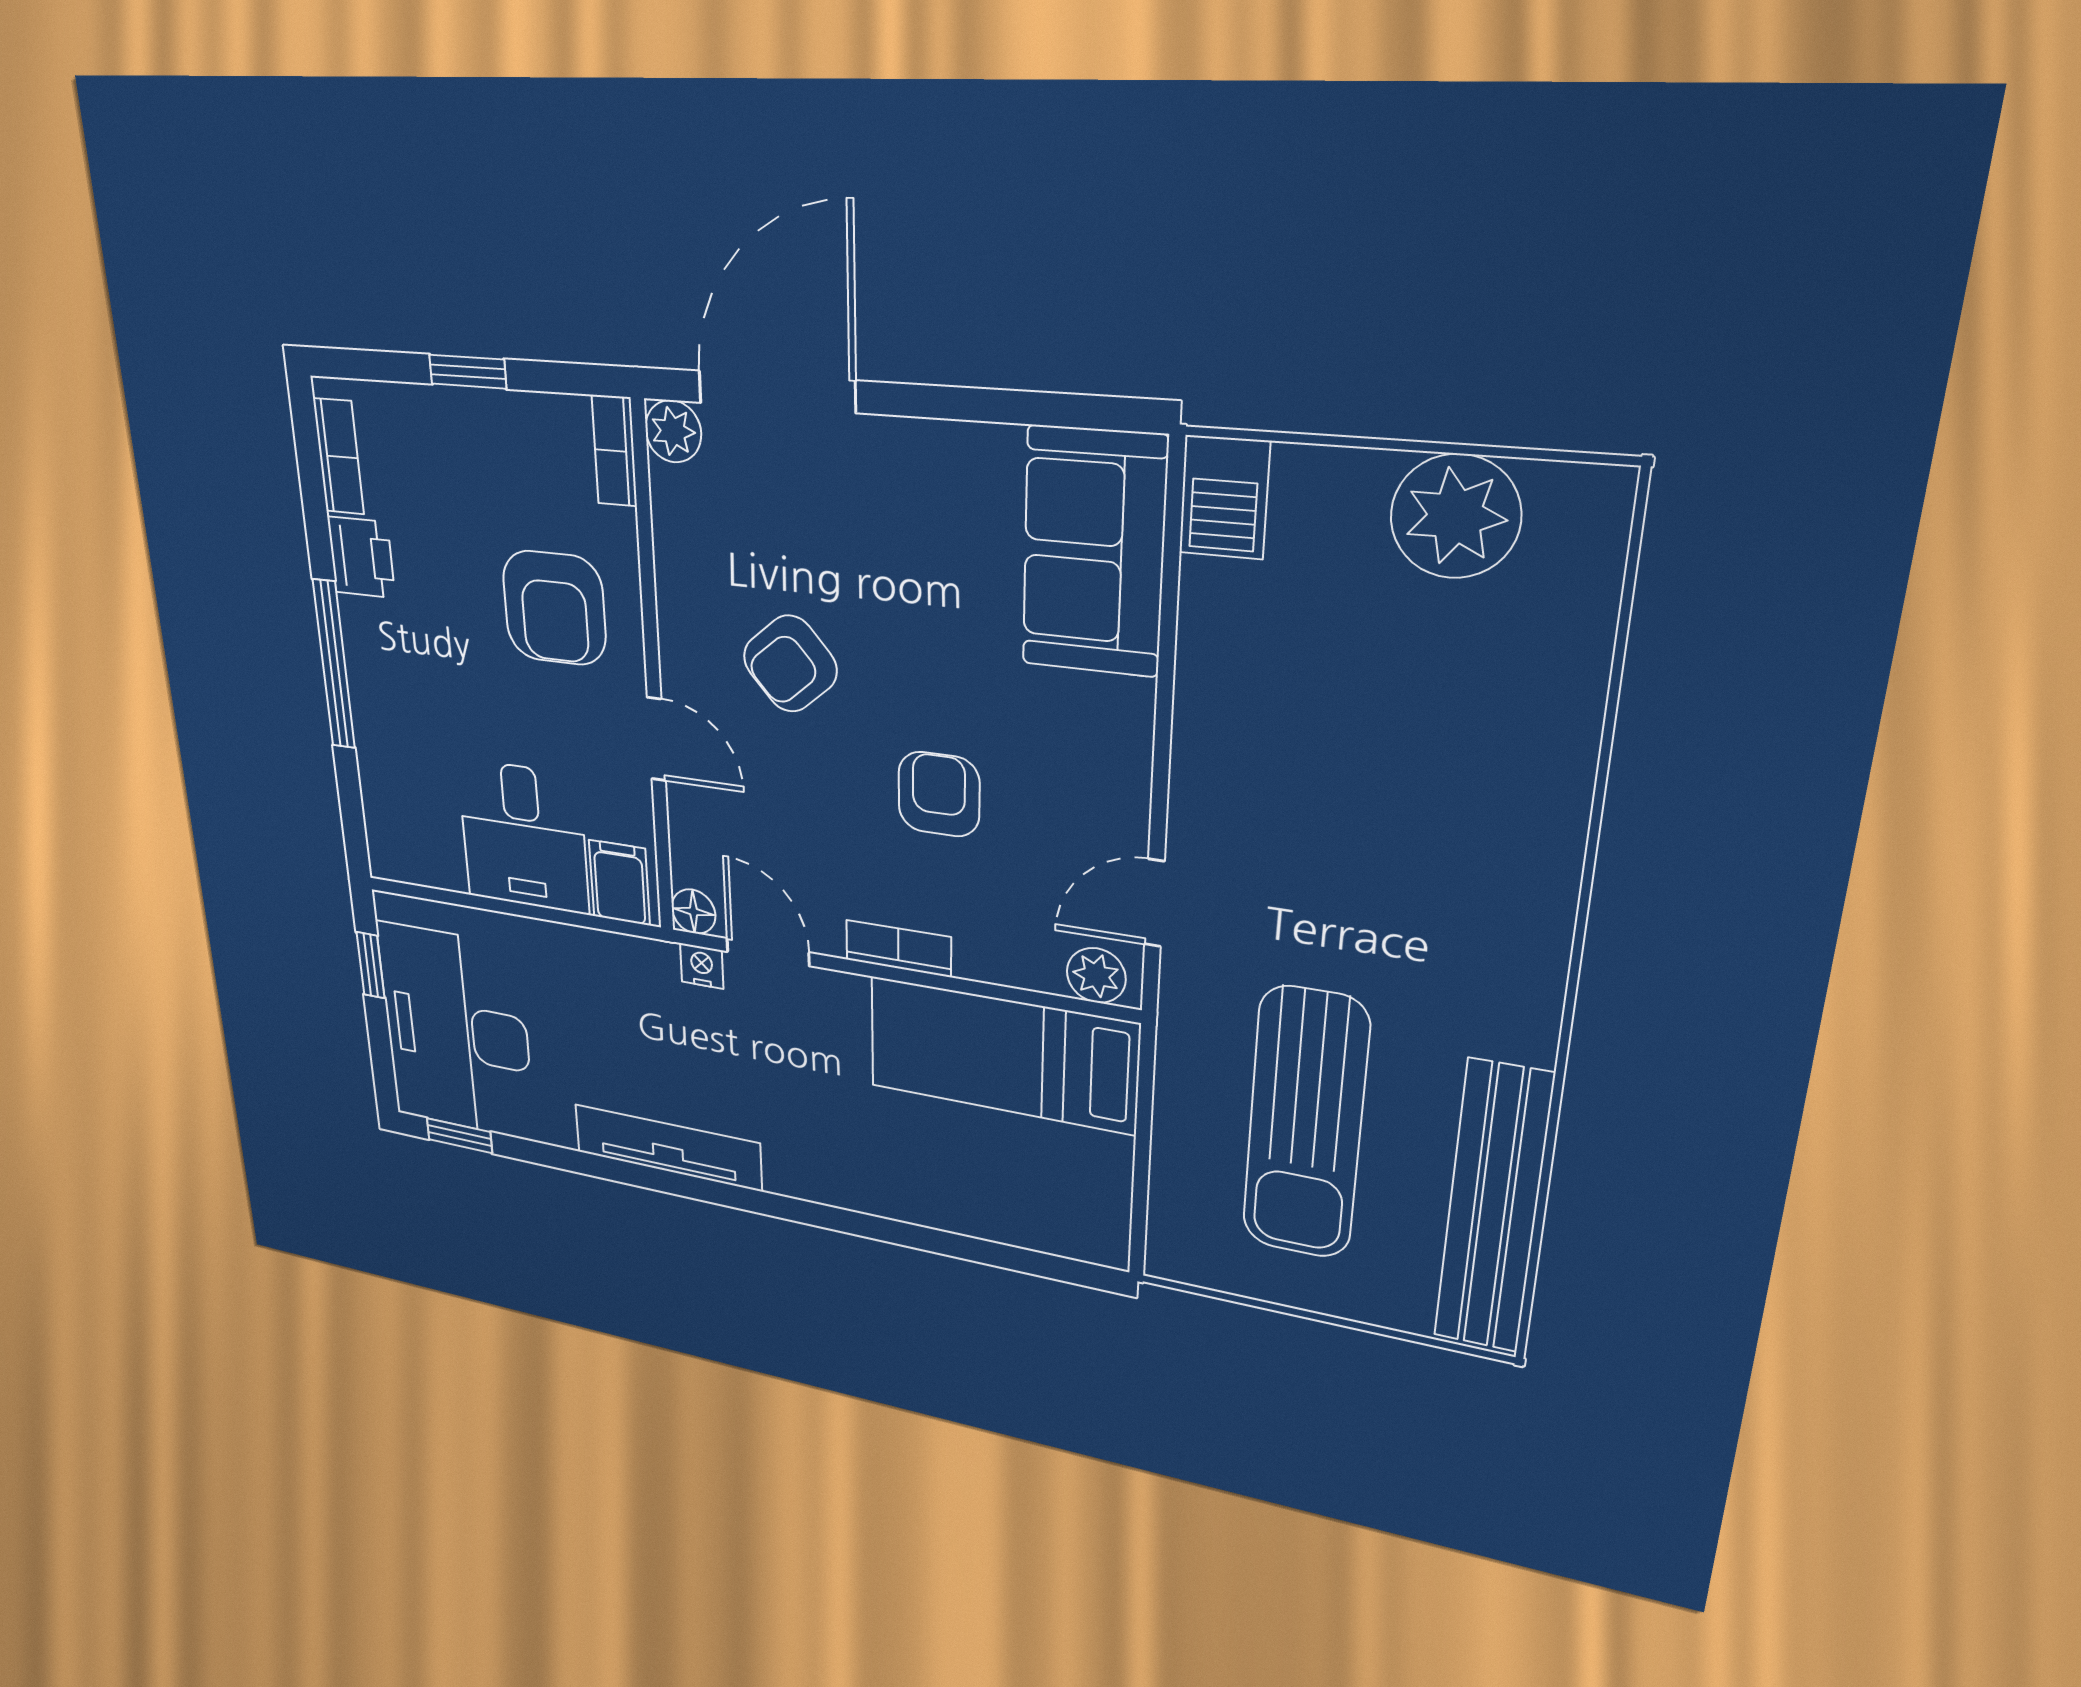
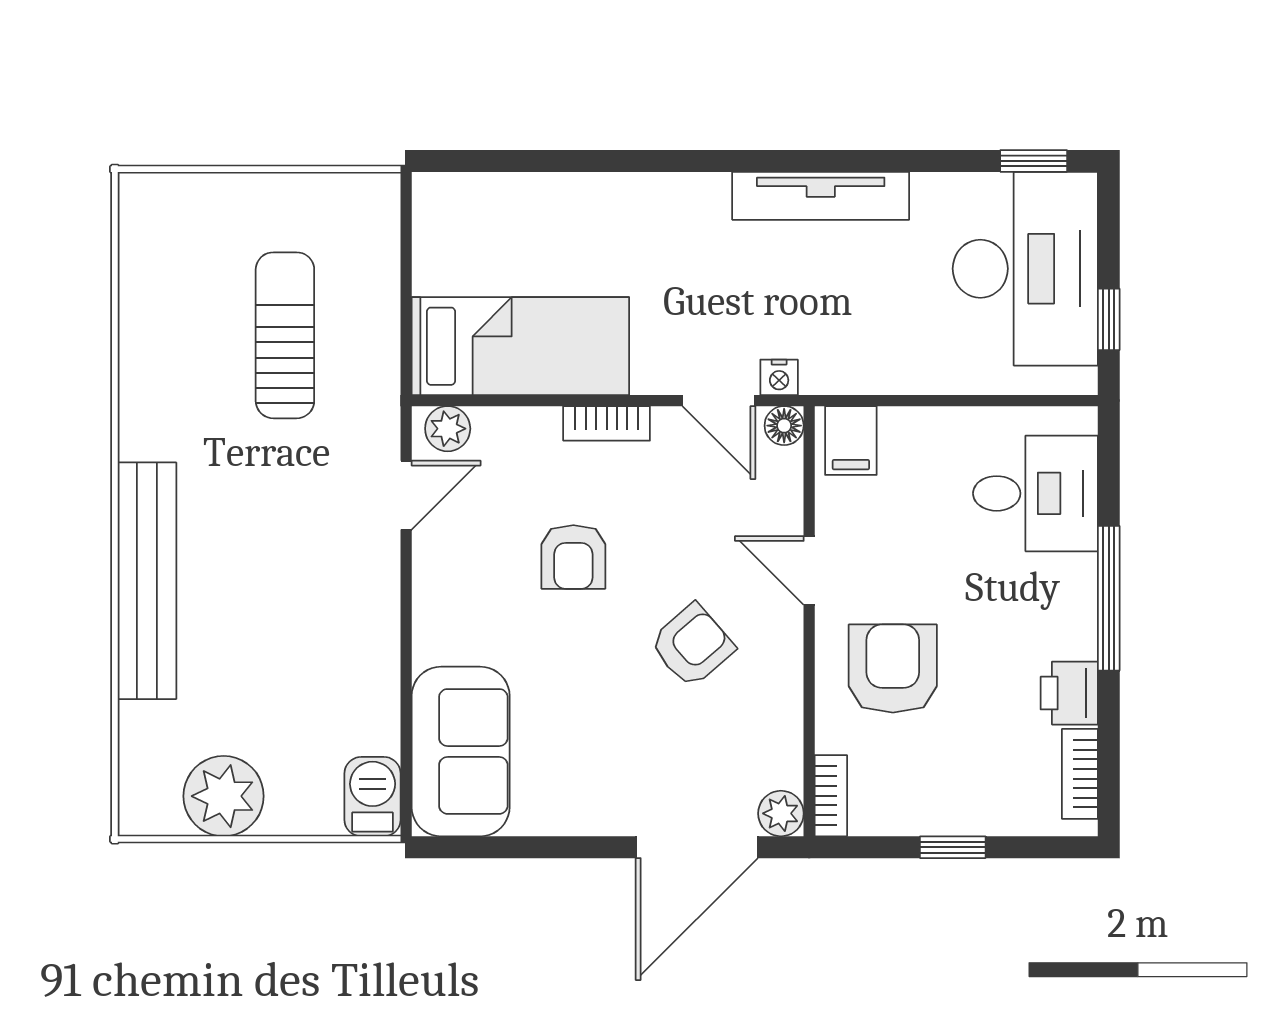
desk: (523, 836) -> (1035, 493), moved, turned 90
sun lounger: (1305, 1124) -> (285, 335), width x0.73, depth x0.75
bench: (1493, 1208) -> (147, 581), moved

